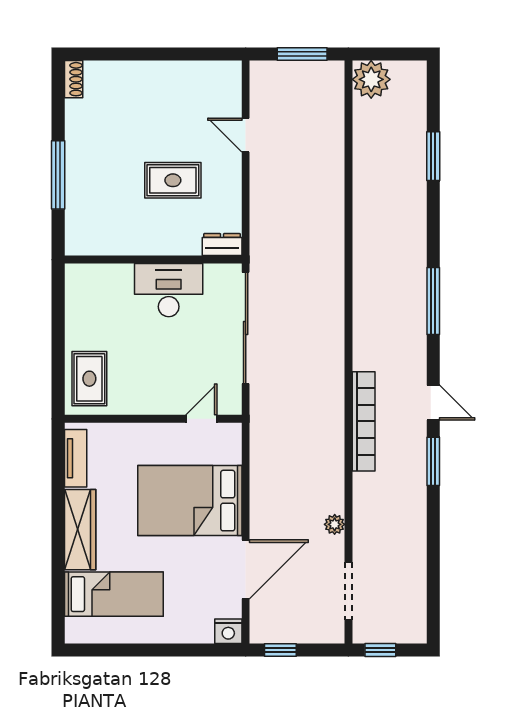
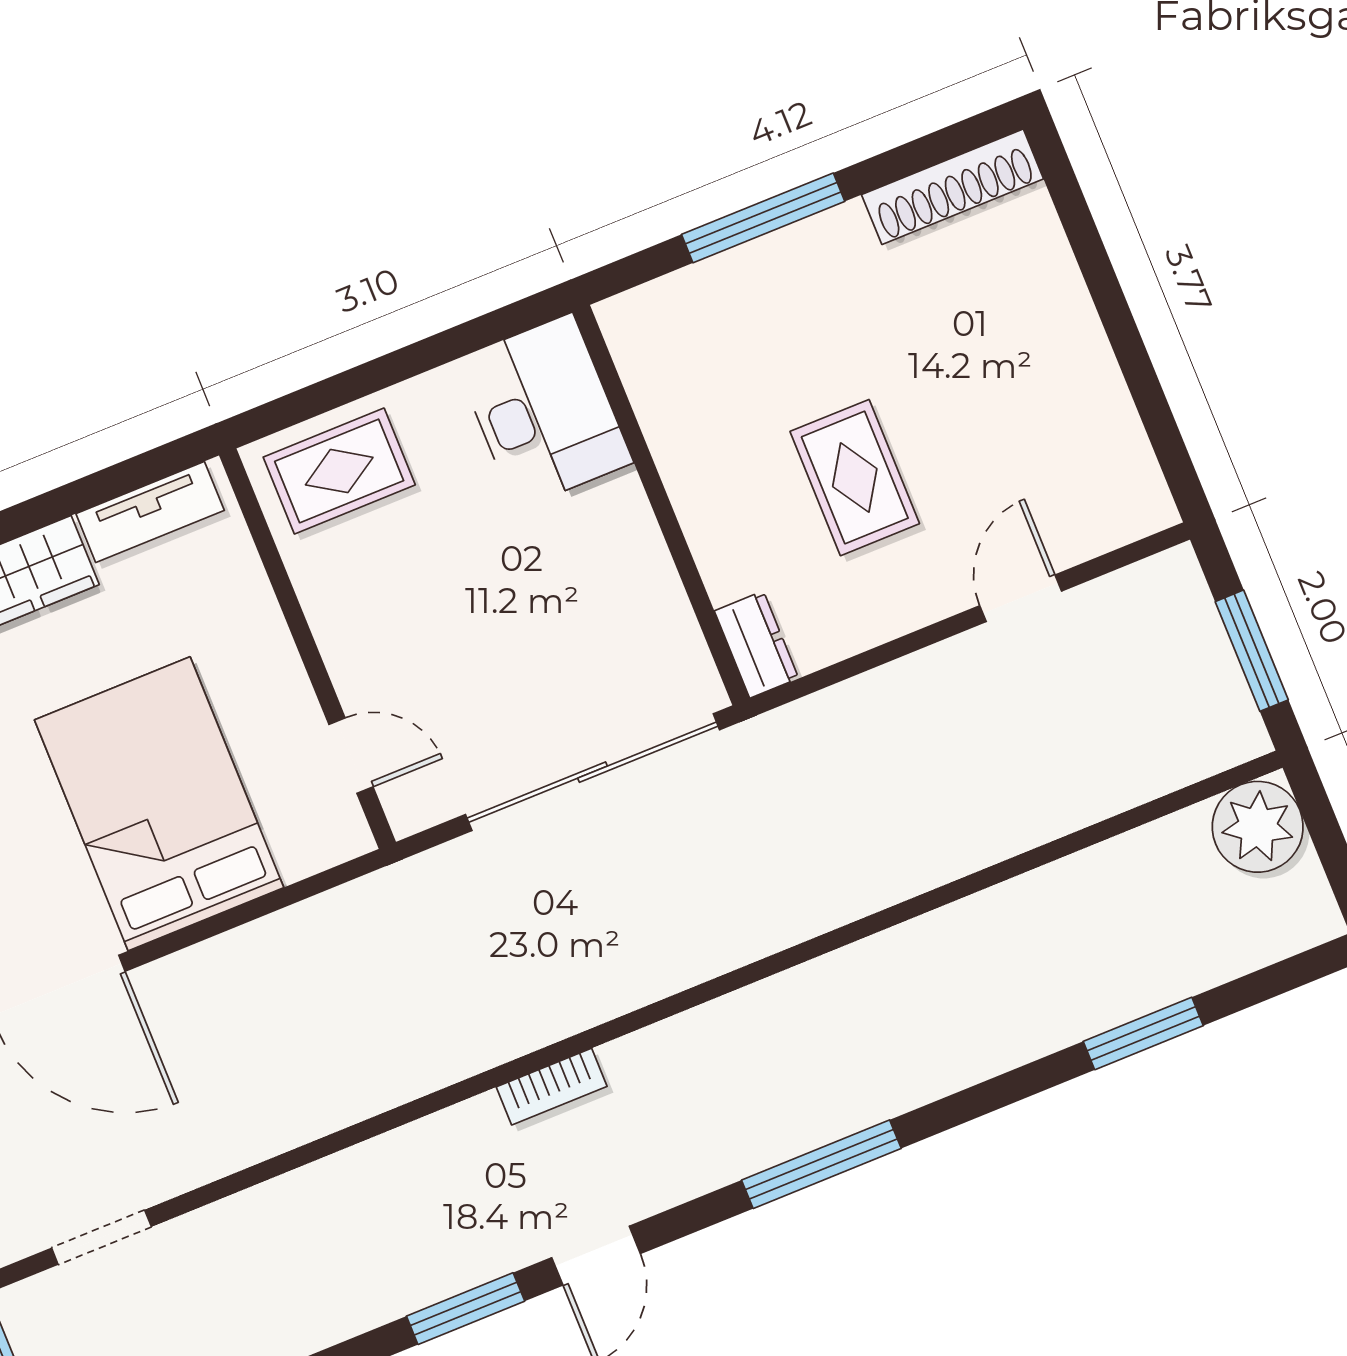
shoe rack: (74, 79) -> (953, 187), width x1.94, depth x1.24
desk: (169, 290) -> (544, 411), moved
bookcase: (364, 421) -> (552, 1087), width x0.43, depth x0.76
plant: (335, 524) -> (237, 1146), removed
doorway: (348, 591) -> (101, 1237), width x0.73

